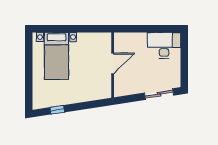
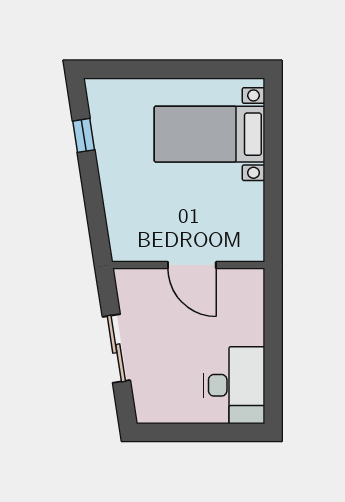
sliding door: (159, 94) -> (116, 349), moved

